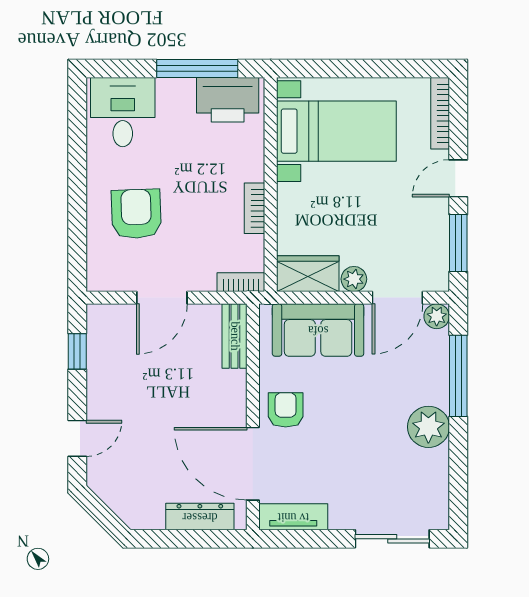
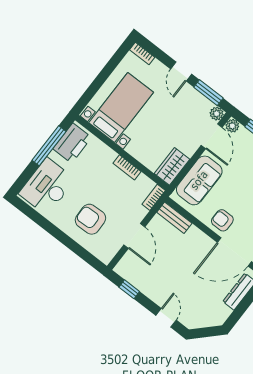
desk: (123, 112) -> (47, 187), width x1.37
bookcase: (440, 113) -> (142, 54), width x0.64
plant: (354, 279) -> (217, 114), moved

